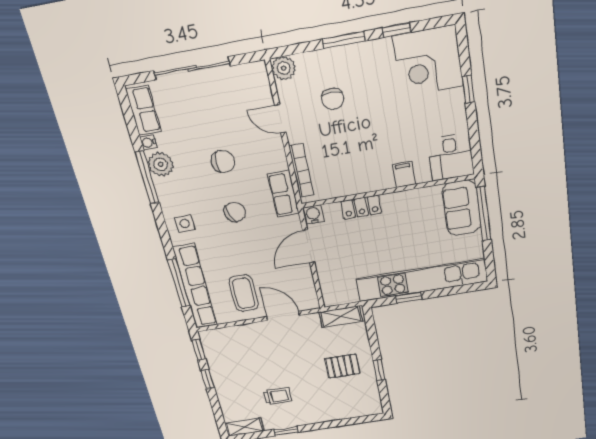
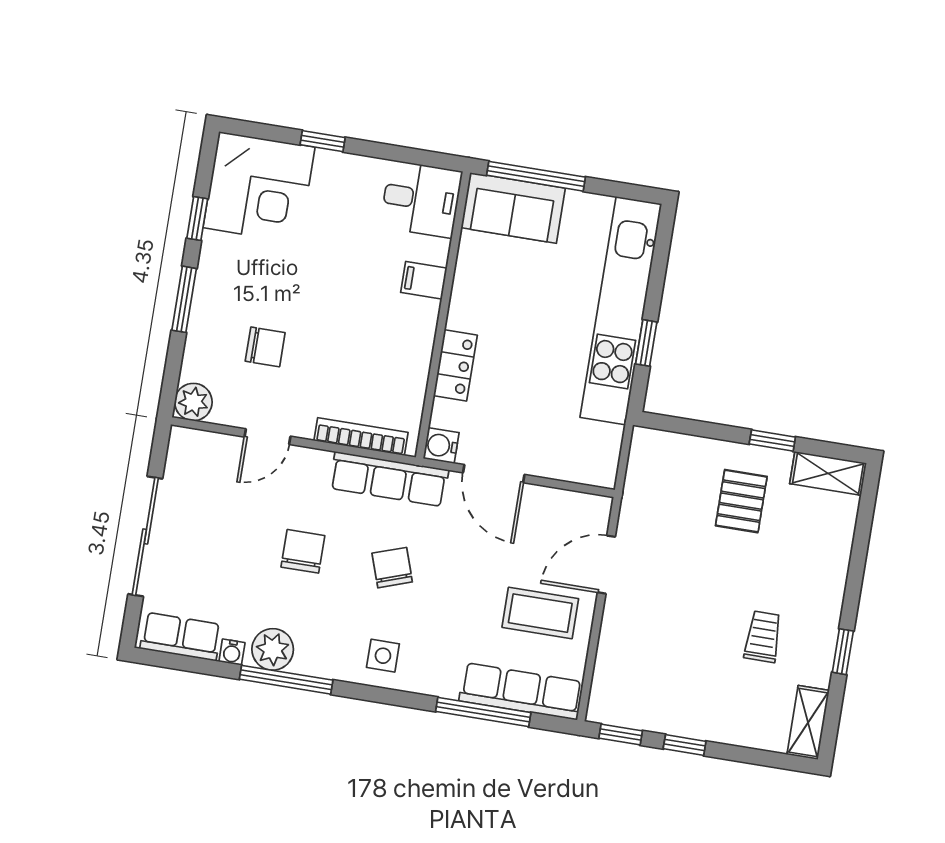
row of seats: (283, 194) -> (389, 479), width x1.48
row of seats: (195, 287) -> (521, 691), width x0.73
shelving: (341, 317) -> (828, 473), moved, turned 90

